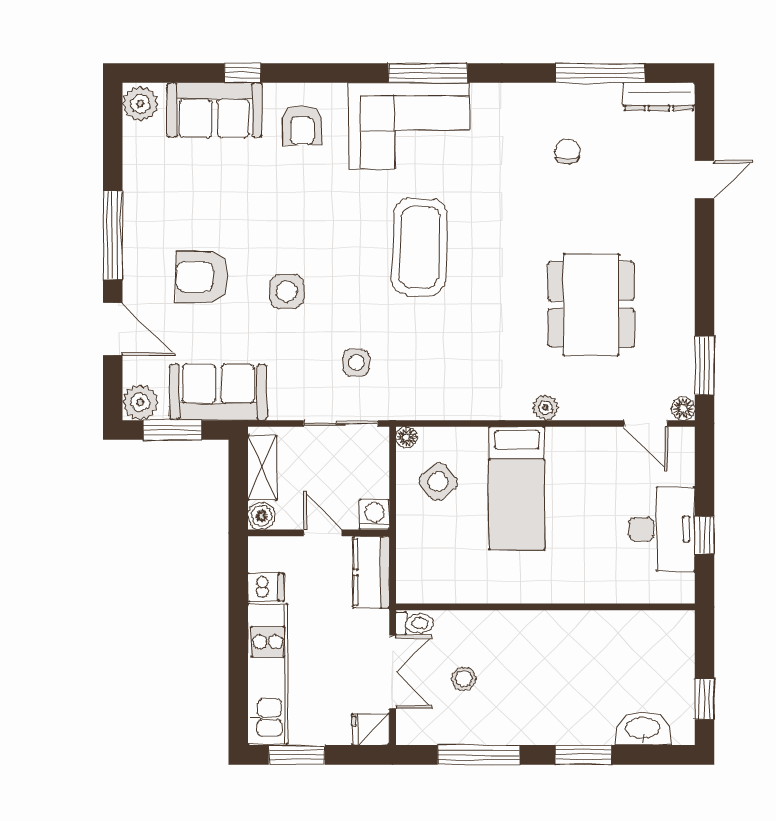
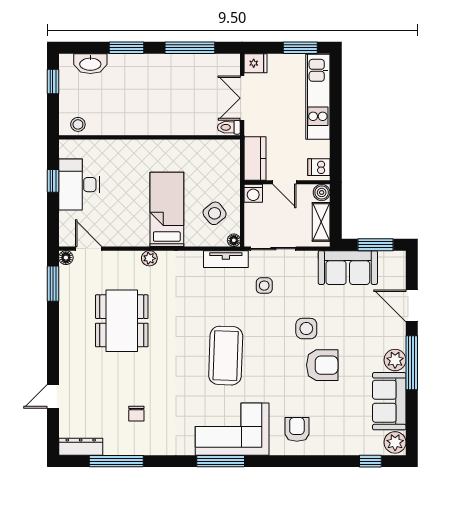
window: (243, 73) -> (370, 461), moved
sofa: (214, 110) -> (389, 401), moved, turned -90
armchair: (202, 277) -> (322, 365), moved
plant: (140, 402) -> (395, 360), moved
tv unit: (419, 406) -> (226, 259), added
dishwasher: (266, 587) -> (319, 167), moved
stool: (464, 679) -> (78, 124), moved

